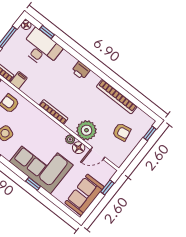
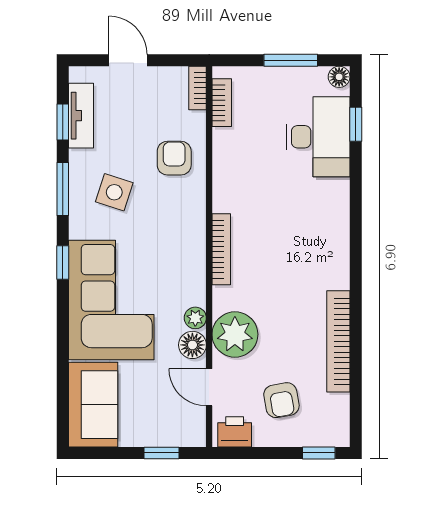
printer: (81, 70) -> (235, 432), moved, turned 90
filing cabinet: (19, 80) -> (229, 142), removed
window: (33, 184) -> (63, 263), moved
sofa: (85, 195) -> (93, 405), moved, turned 90

